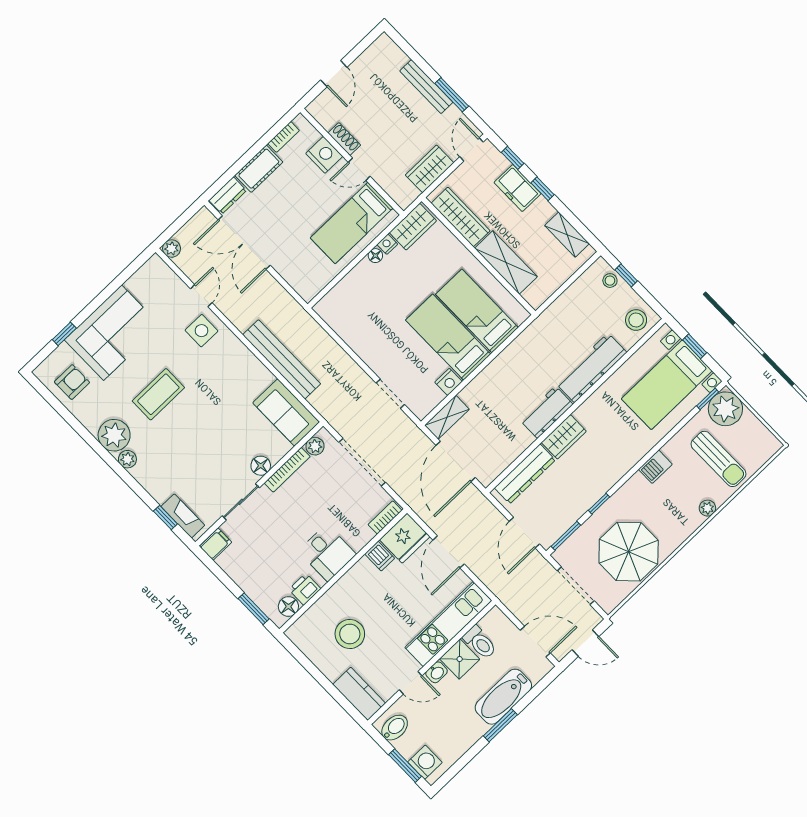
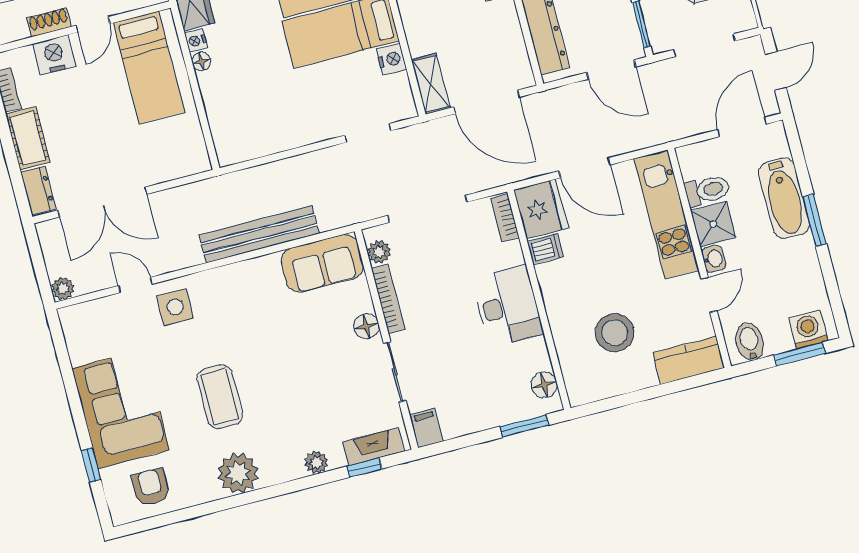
plant: (127, 459) -> (316, 462), moved
desk: (327, 553) -> (508, 306), width x1.37
printer: (305, 589) -> (535, 355), removed

